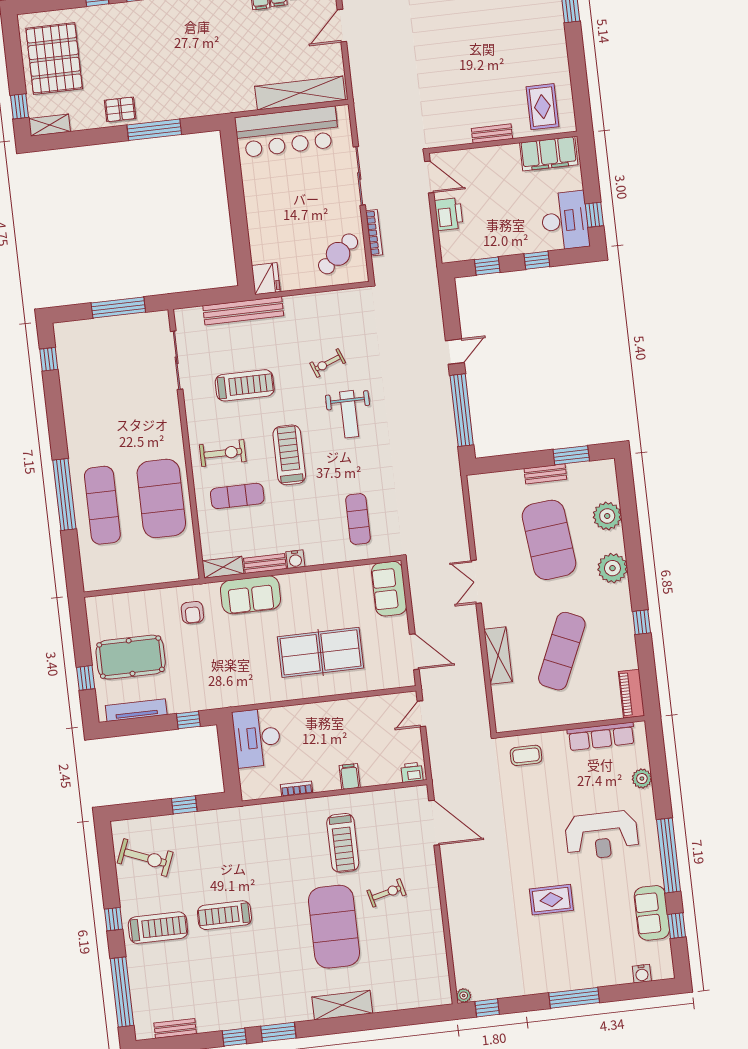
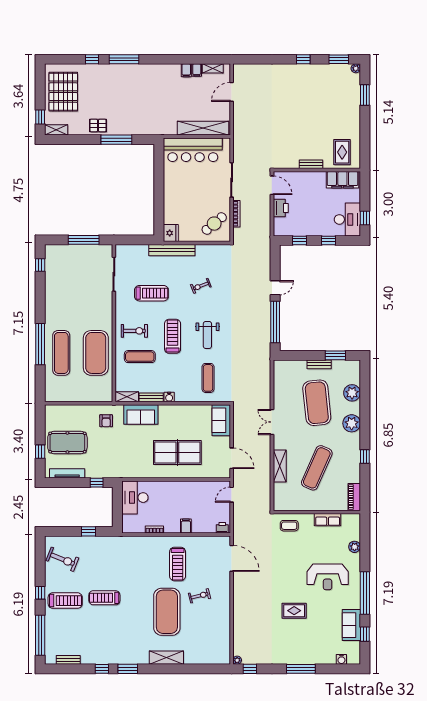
bench: (243, 311) -> (172, 250), moved
weight bench: (349, 414) -> (207, 335), moved
row of seats: (601, 736) -> (328, 520), width x0.68

